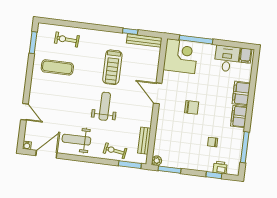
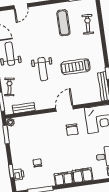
weight bench: (105, 106) -> (43, 69), turned 90
chair: (192, 107) -> (72, 130), moved

